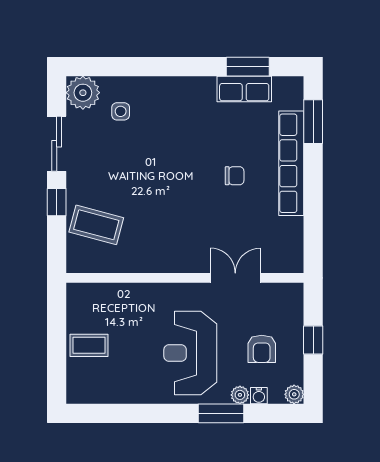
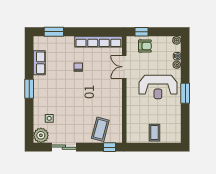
window: (248, 67) -> (29, 89), moved
row of seats: (291, 163) -> (98, 42), moved
window: (57, 202) -> (109, 147), moved
window: (313, 340) -> (141, 32), moved
armchair: (262, 349) -> (145, 46), moved
window: (221, 413) -> (185, 93), moved

